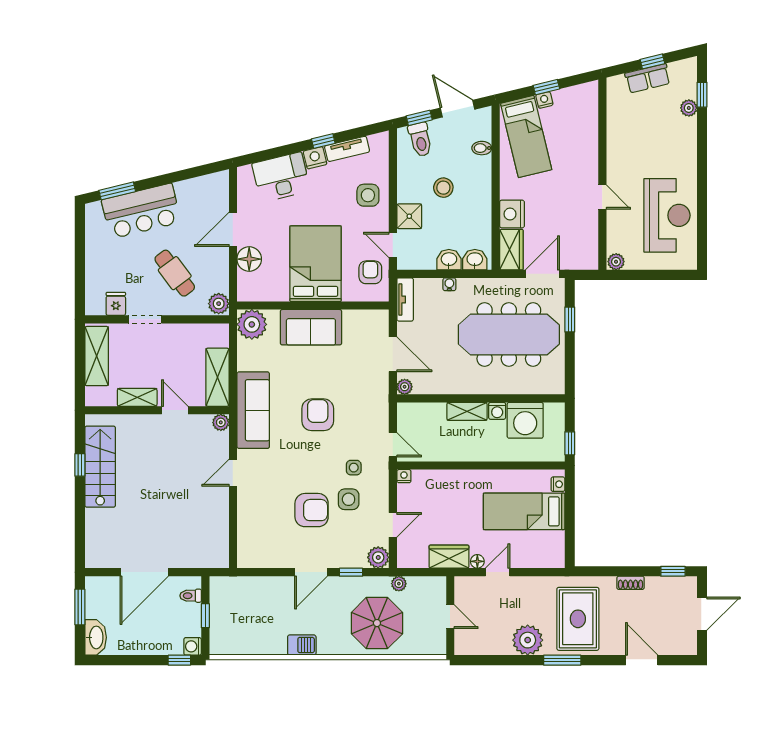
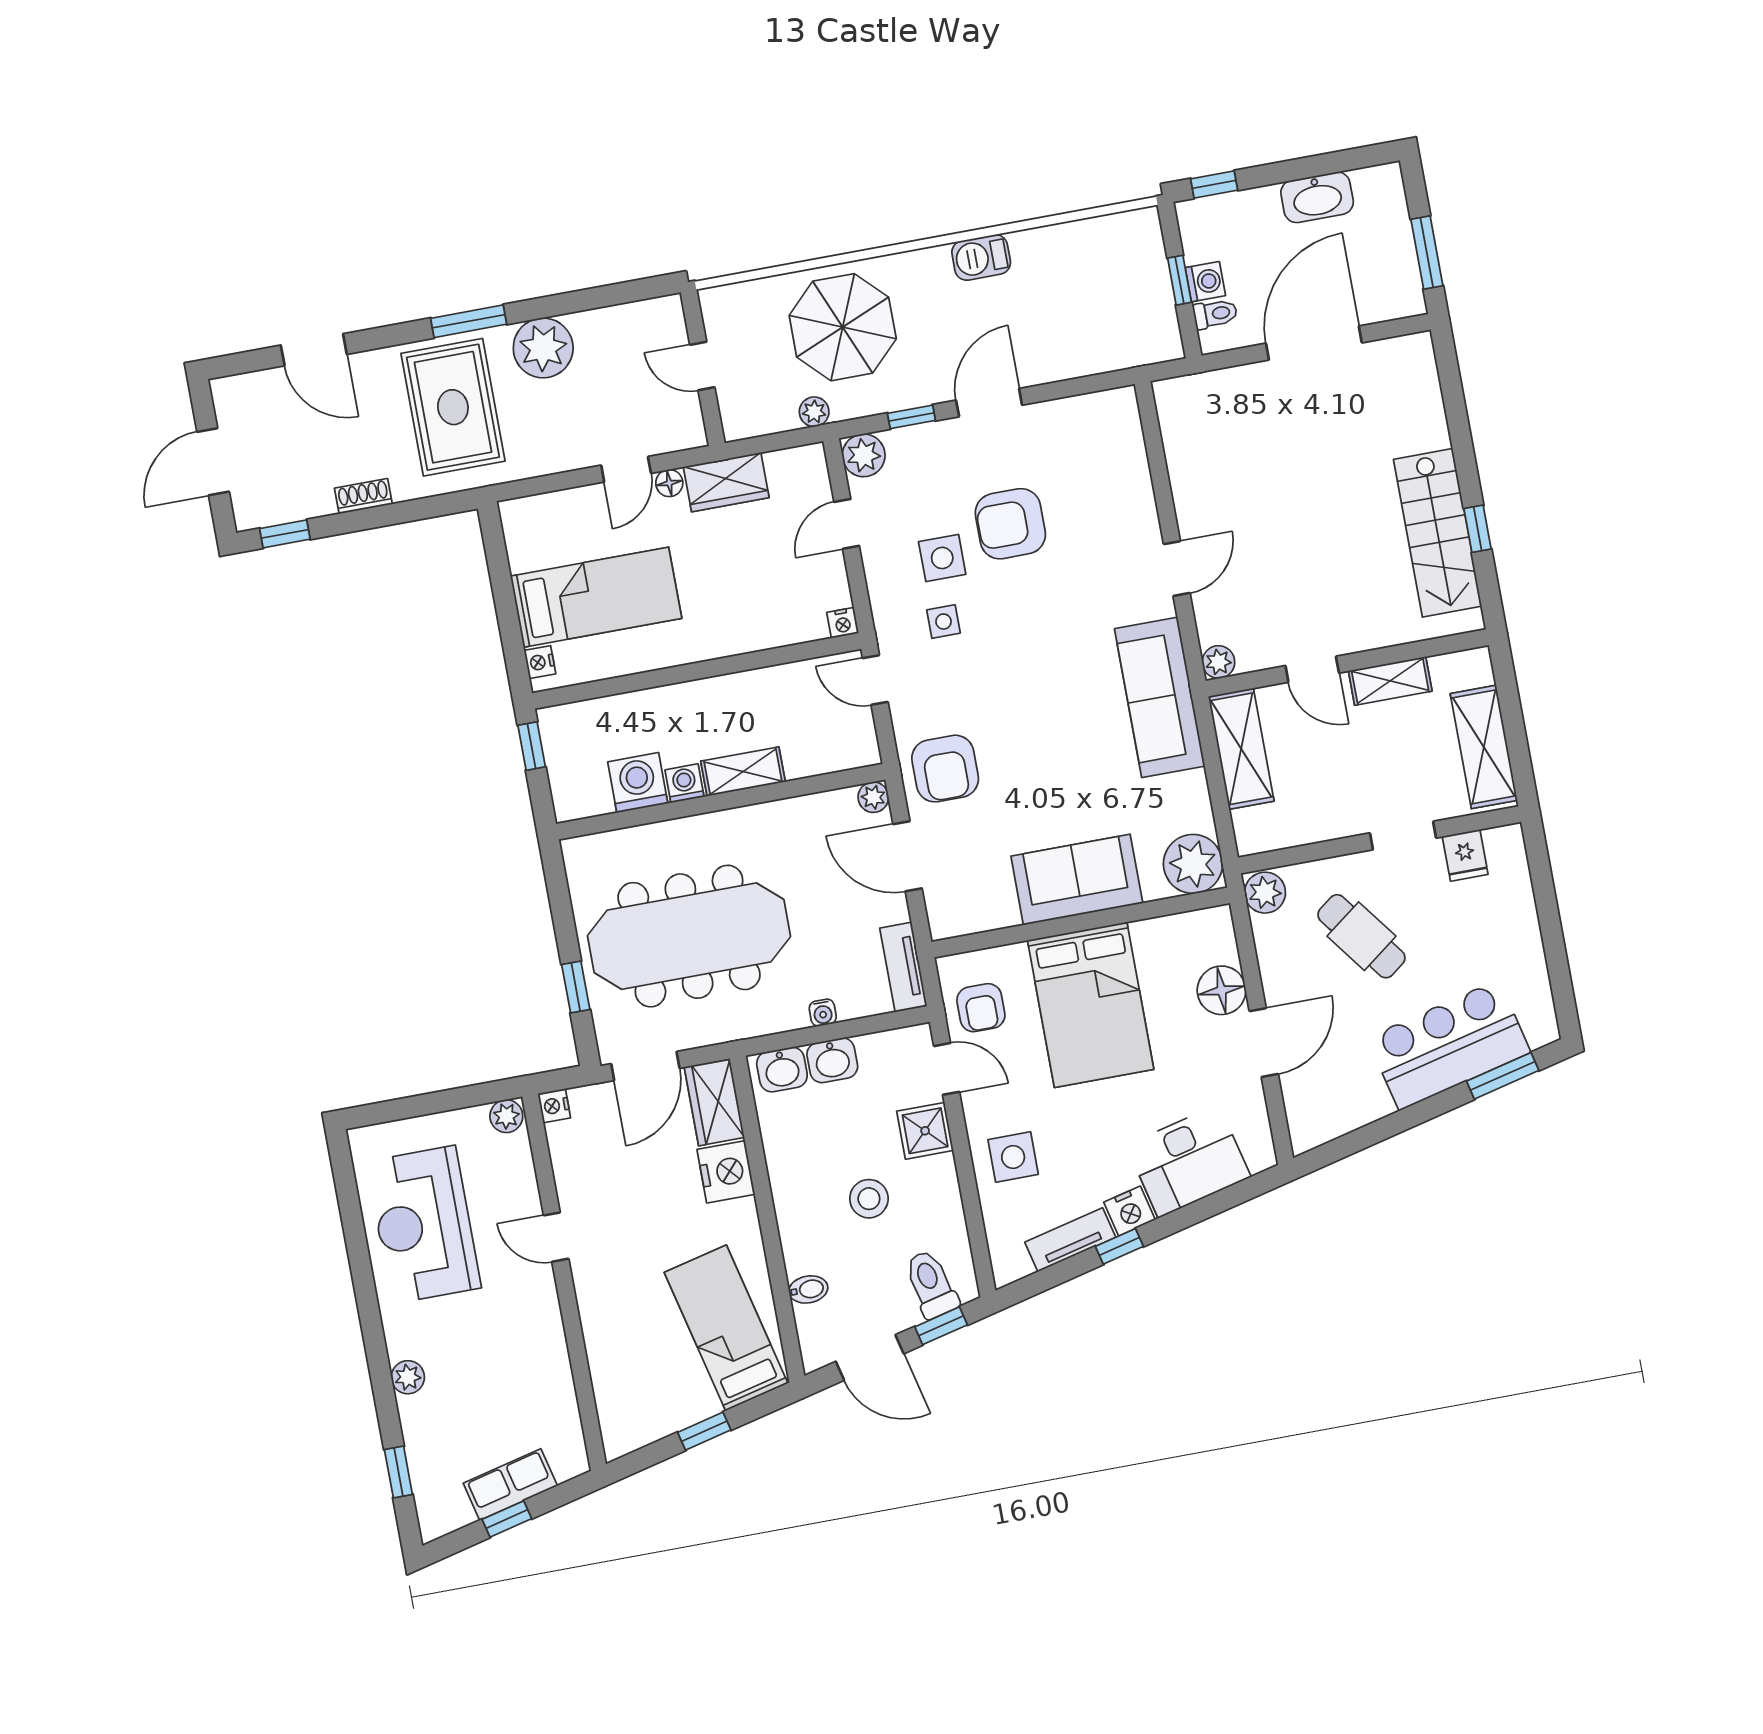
nightstand: (544, 100) -> (554, 1106), moved, turned 104
plant: (689, 108) -> (408, 1377), moved
armchair: (318, 415) -> (945, 769), moved
washing machine: (525, 420) -> (638, 783), width x0.73, depth x0.73
washbasin: (96, 637) -> (1317, 197), moved, turned -90
washing machine: (193, 646) -> (1205, 282), moved

